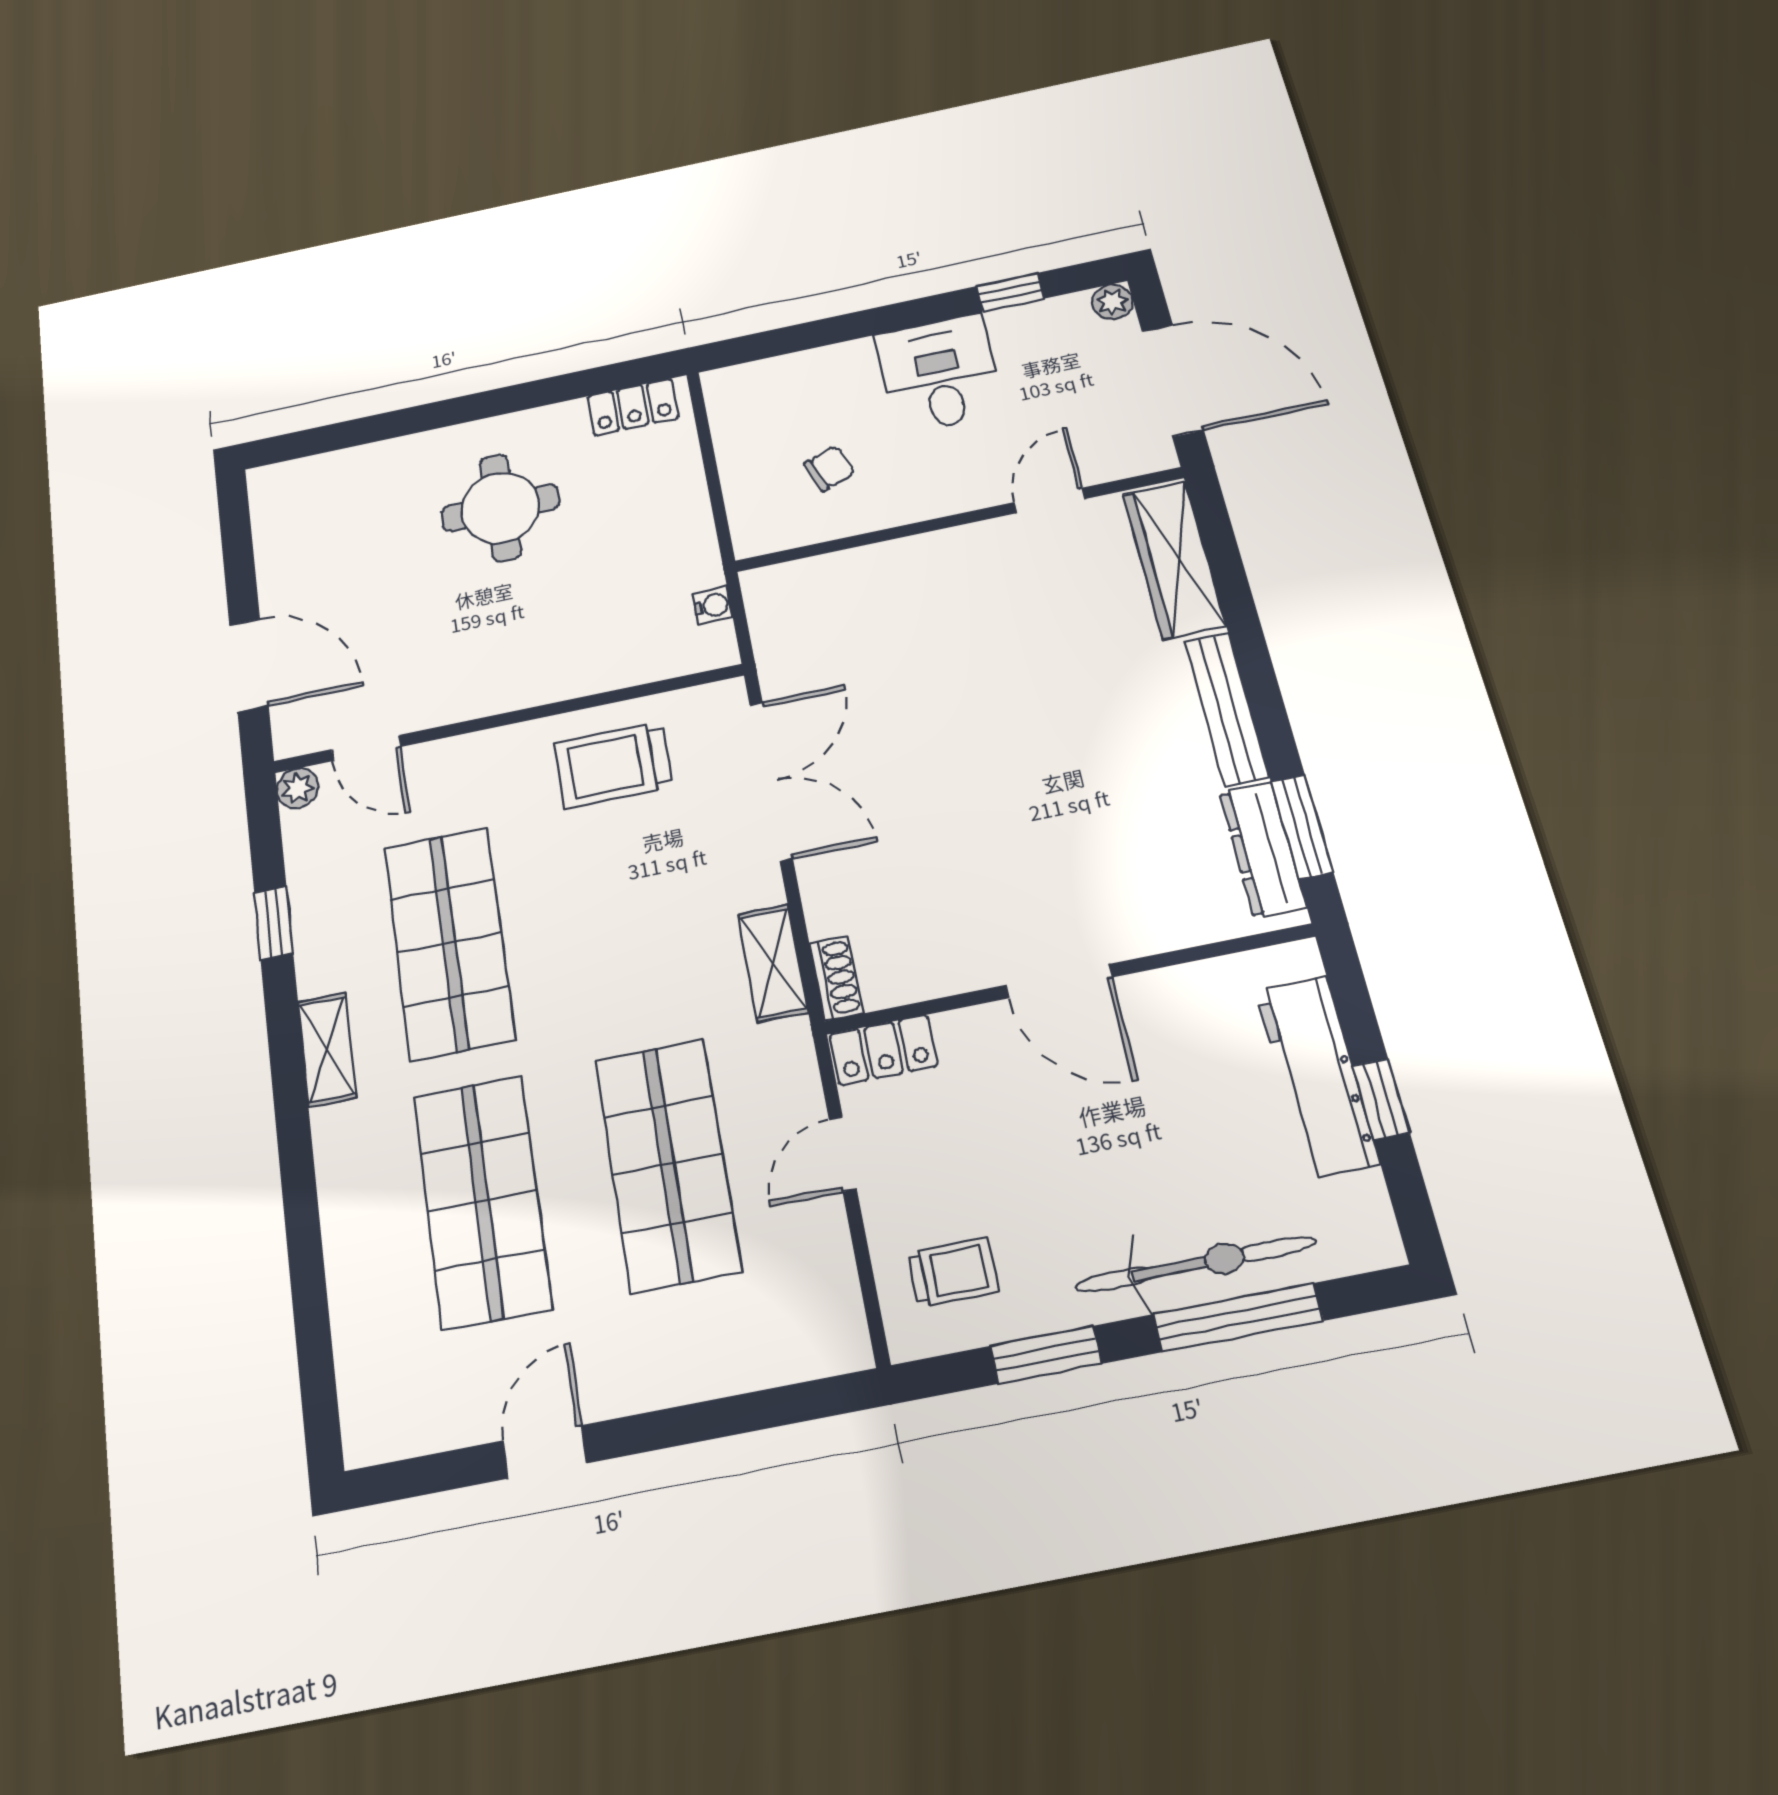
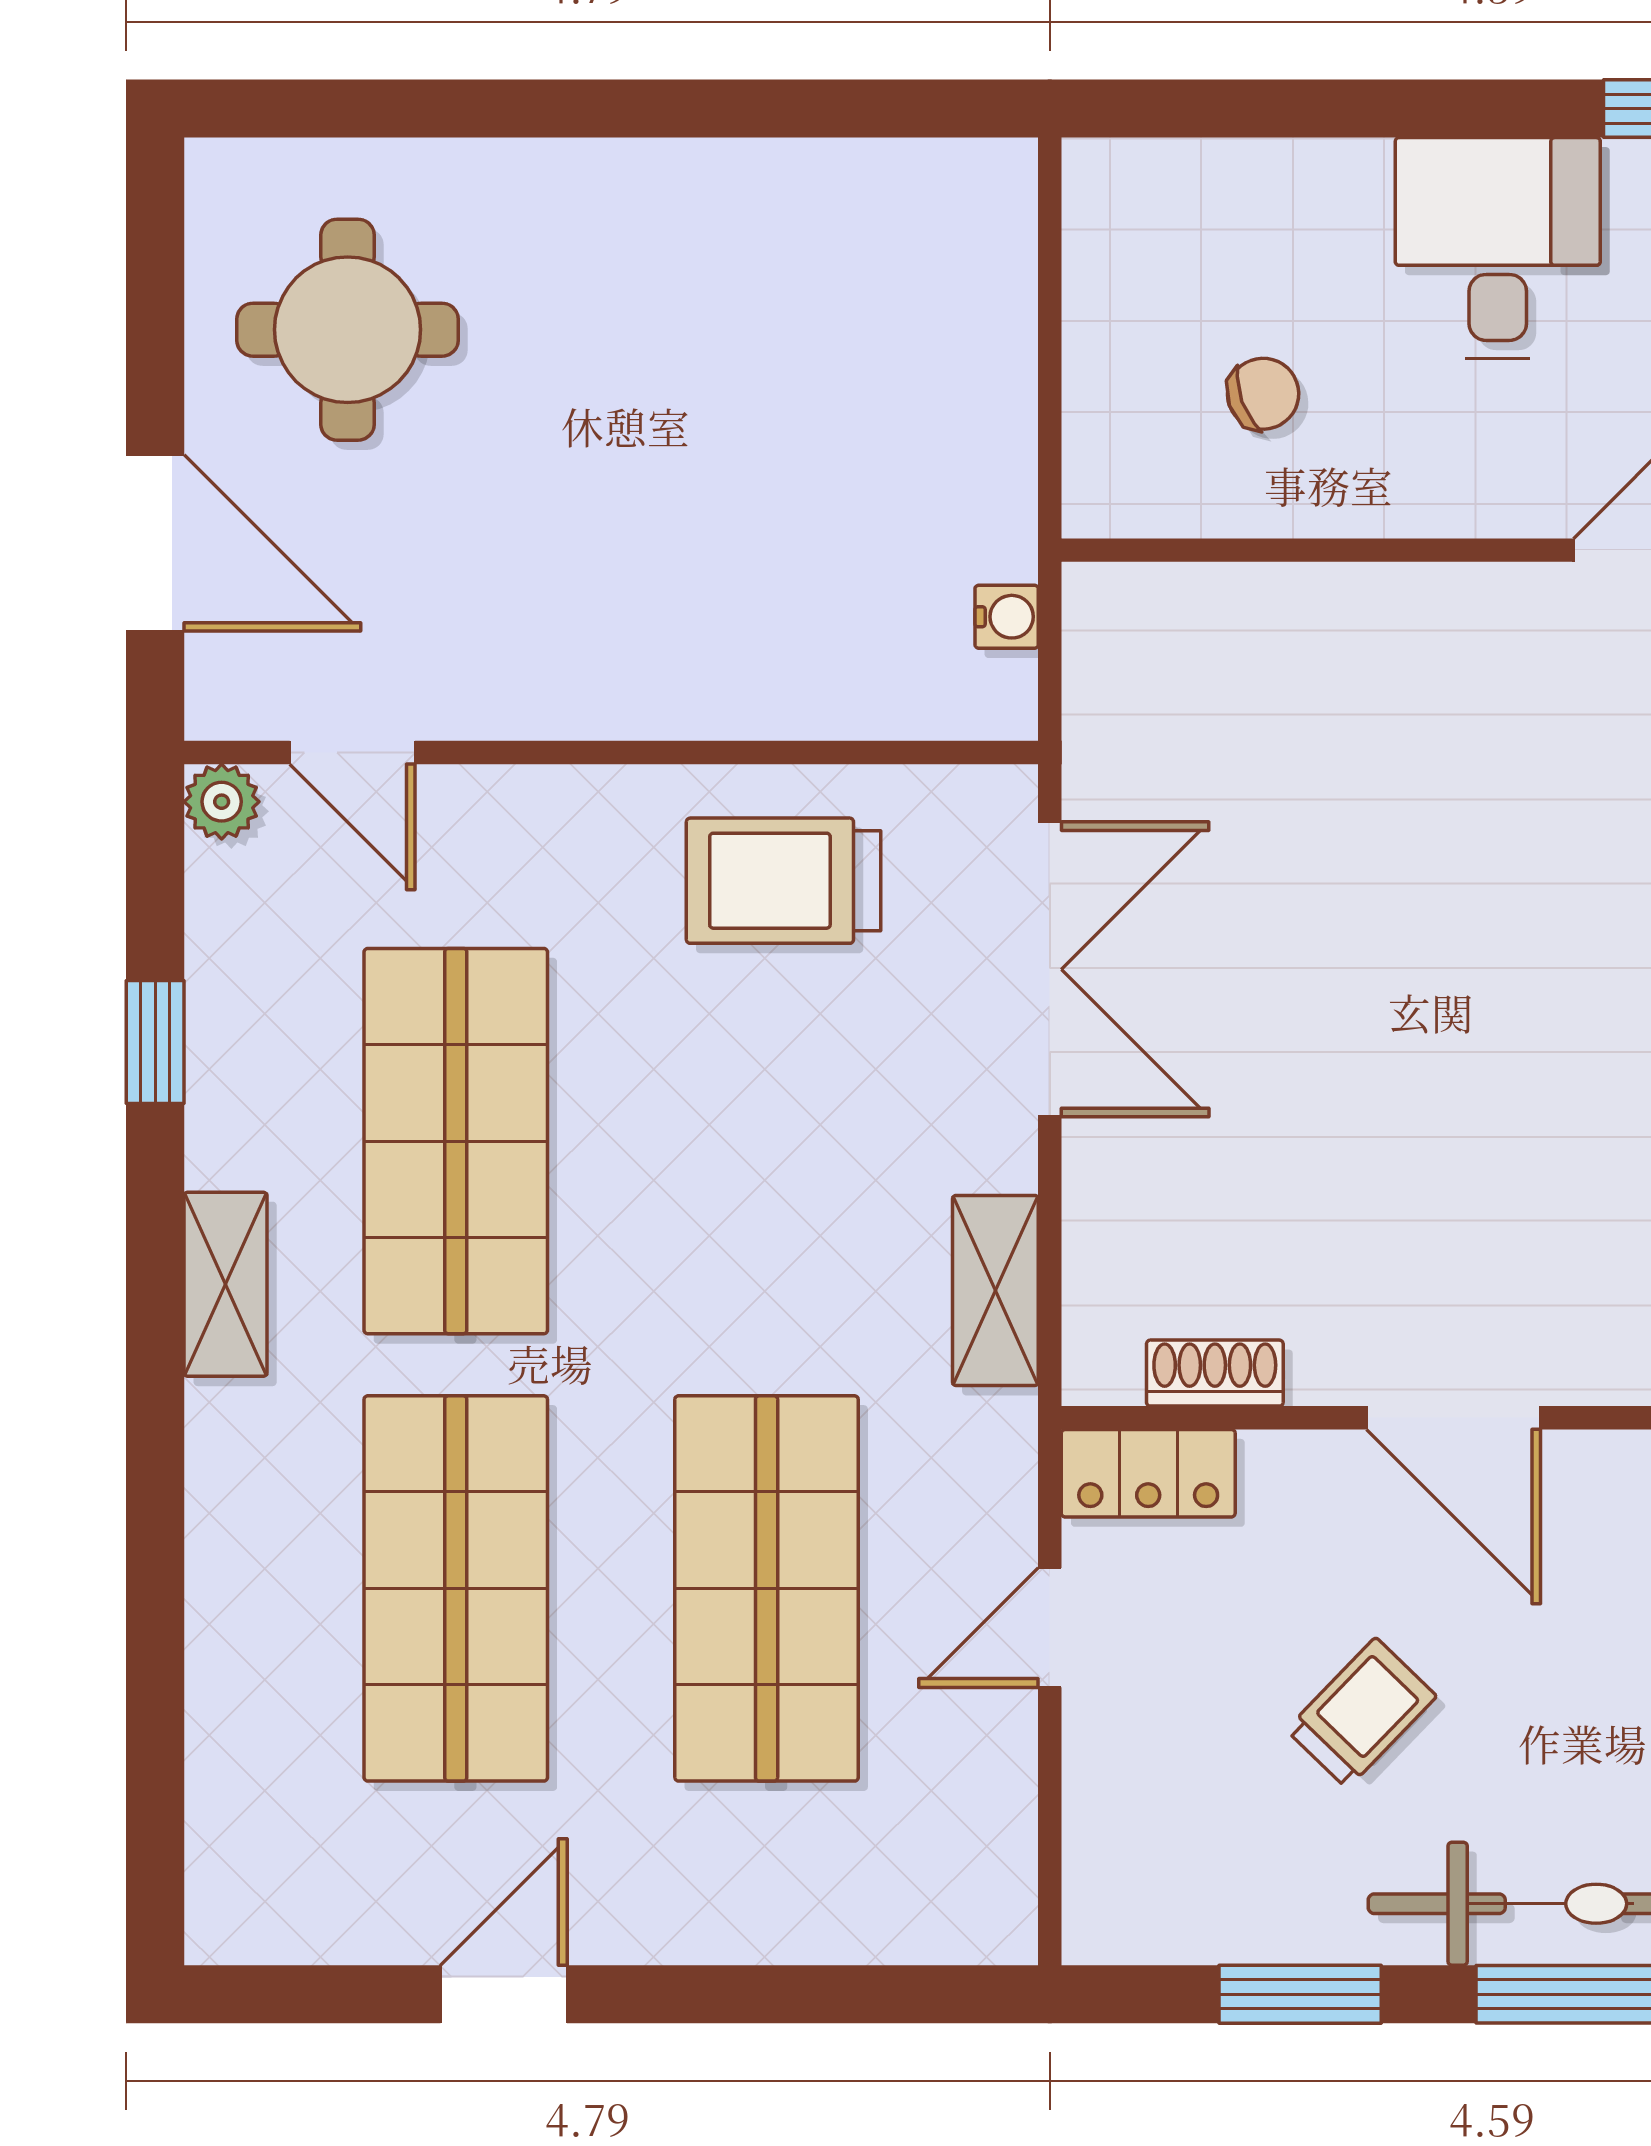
locker: (633, 407) -> (929, 181), removed
round table: (500, 508) -> (348, 330), moved
shoe rack: (836, 978) -> (1215, 1373), moved, turned -90
trolley: (953, 1272) -> (1361, 1713), moved, turned -46

